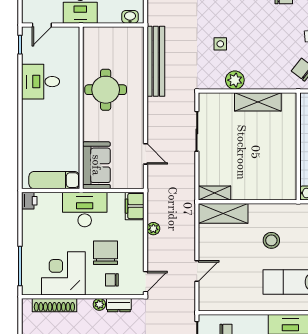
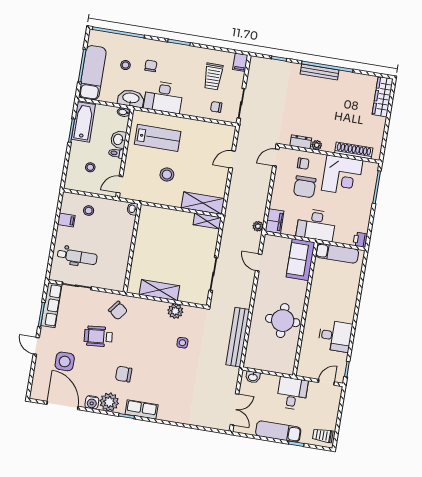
plant: (153, 229) -> (258, 226), moved

